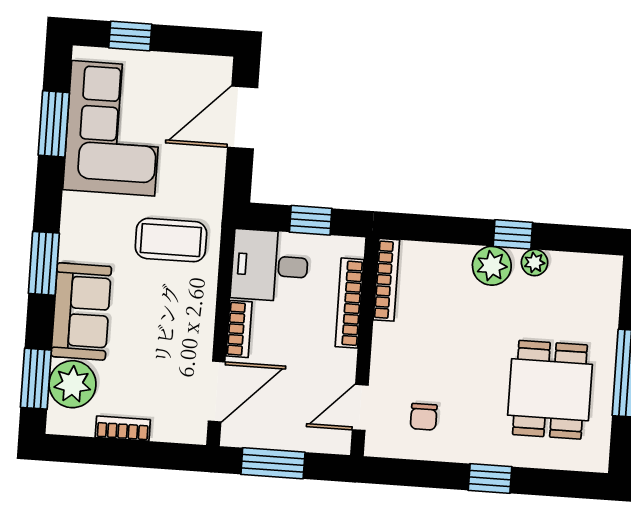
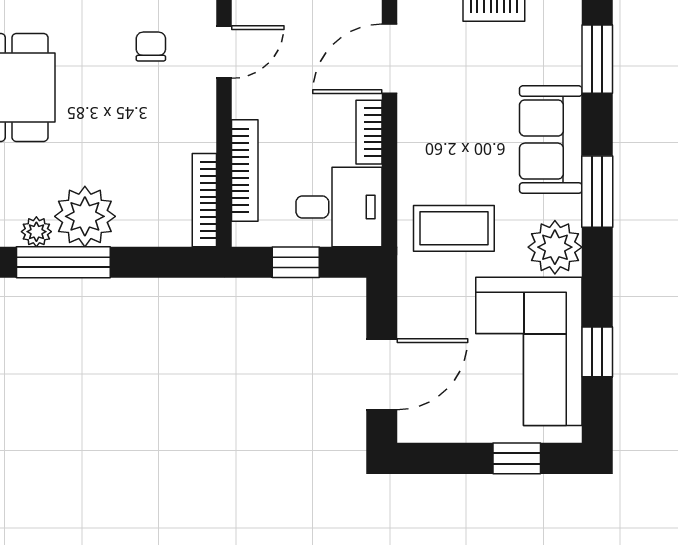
window: (54, 124) -> (597, 352), width x0.67
window: (513, 234) -> (63, 262), width x2.17
plant: (492, 266) -> (85, 216), width x1.36, depth x1.36
plant: (72, 384) -> (555, 247), moved

